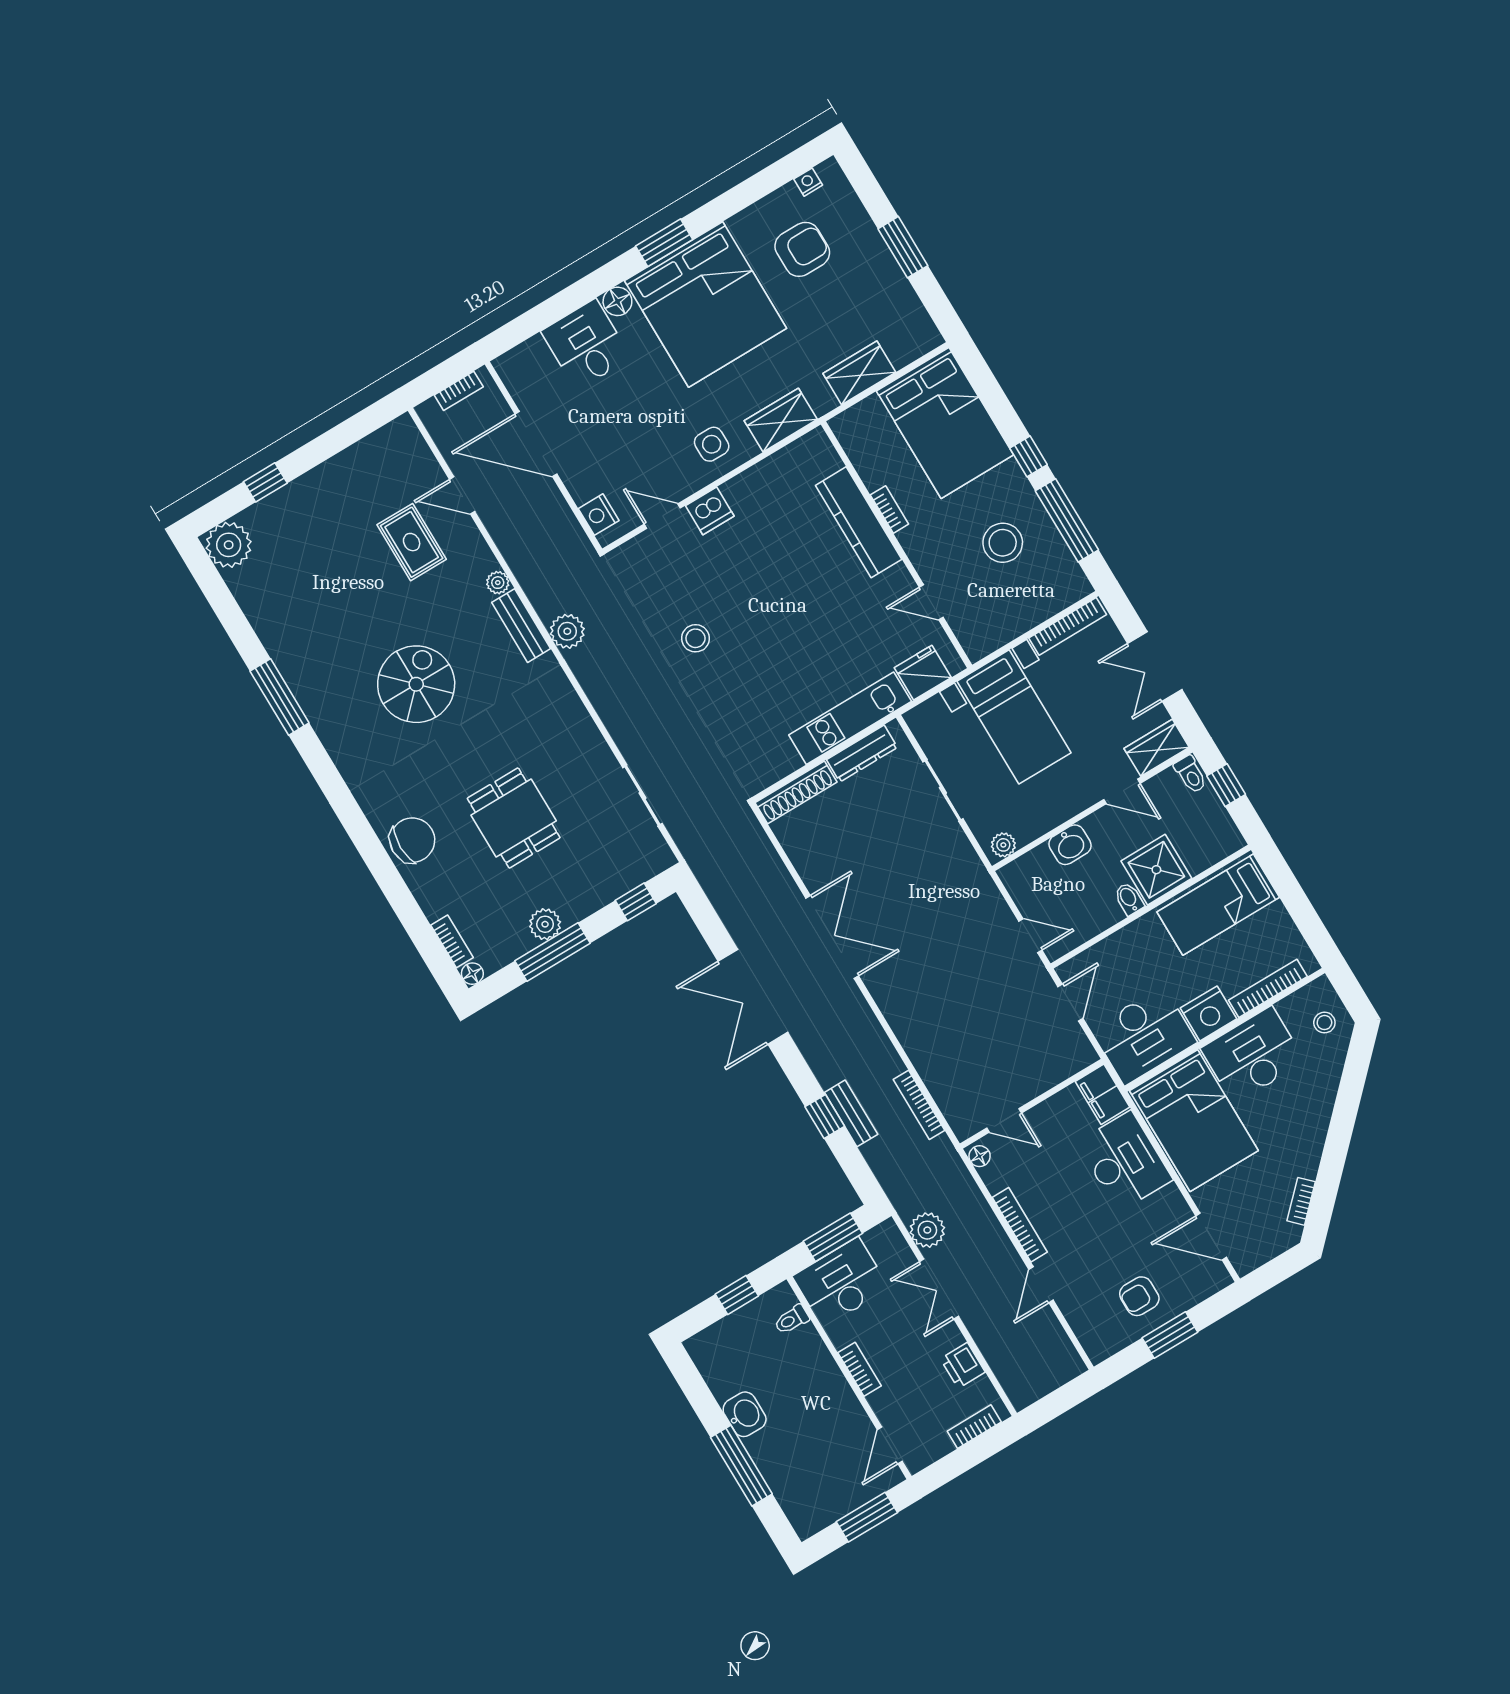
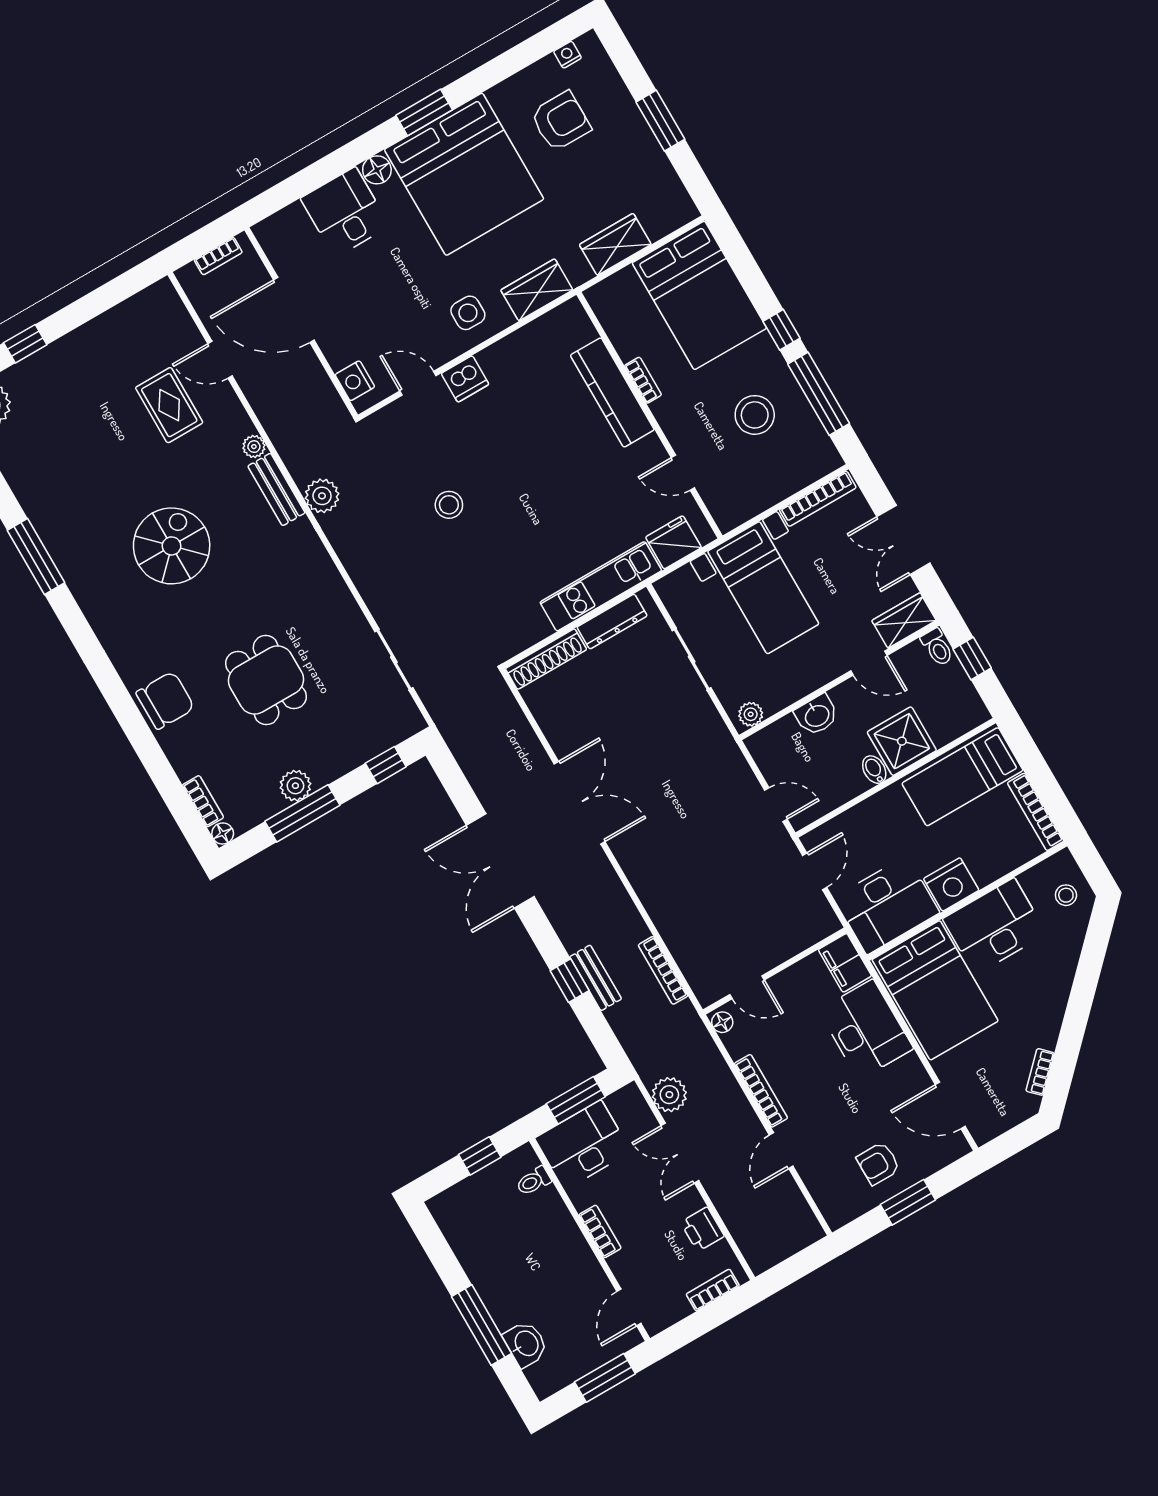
bookcase: (1268, 988) -> (1036, 812), moved, turned -90
washbasin: (745, 1414) -> (526, 1344), moved

